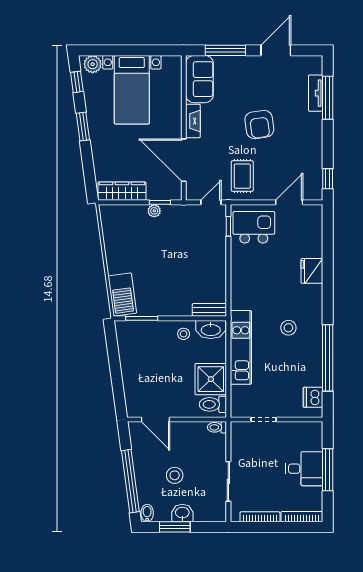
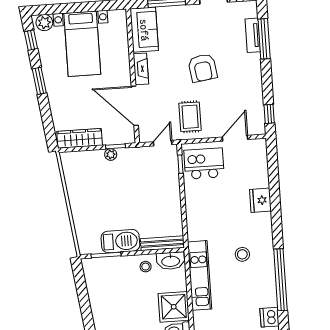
barbecue: (122, 294) -> (120, 241), moved, turned -82
bench: (209, 310) -> (162, 243), width x1.36

